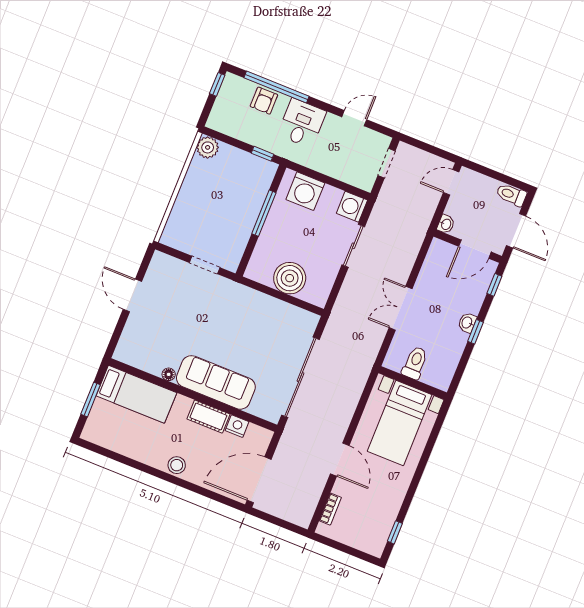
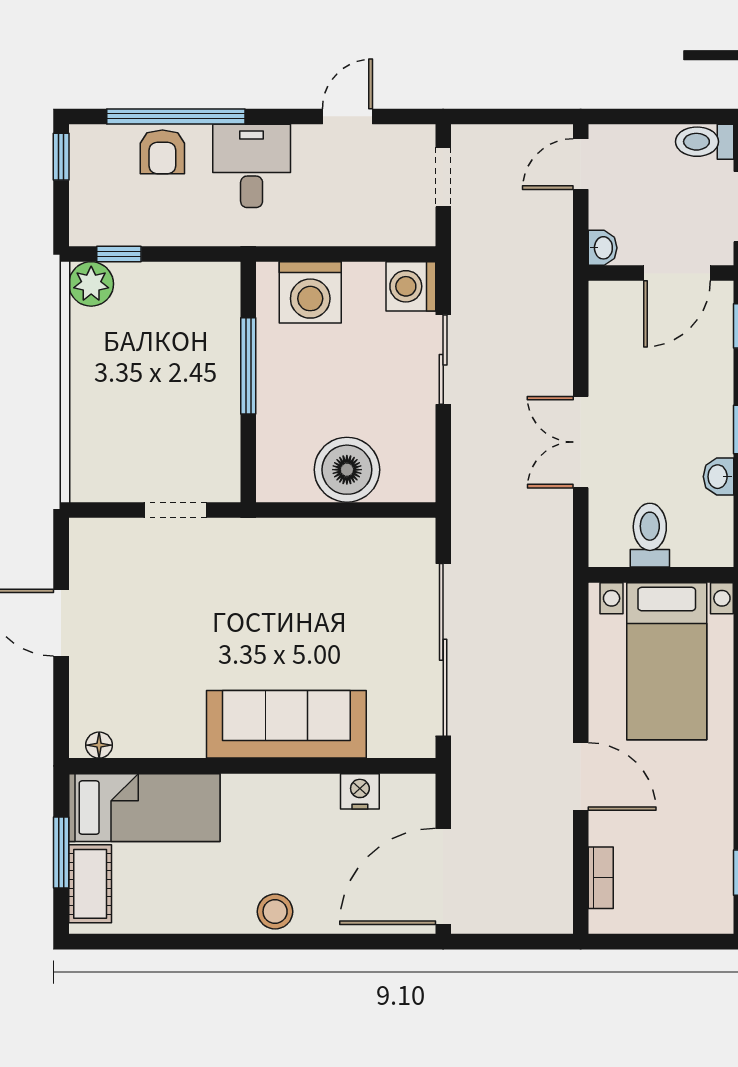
window: (263, 154) -> (119, 254), moved
washbasin: (467, 323) -> (718, 477), moved
floor lamp: (169, 374) -> (99, 745), moved
cot: (208, 417) -> (90, 884), moved, turned 90

